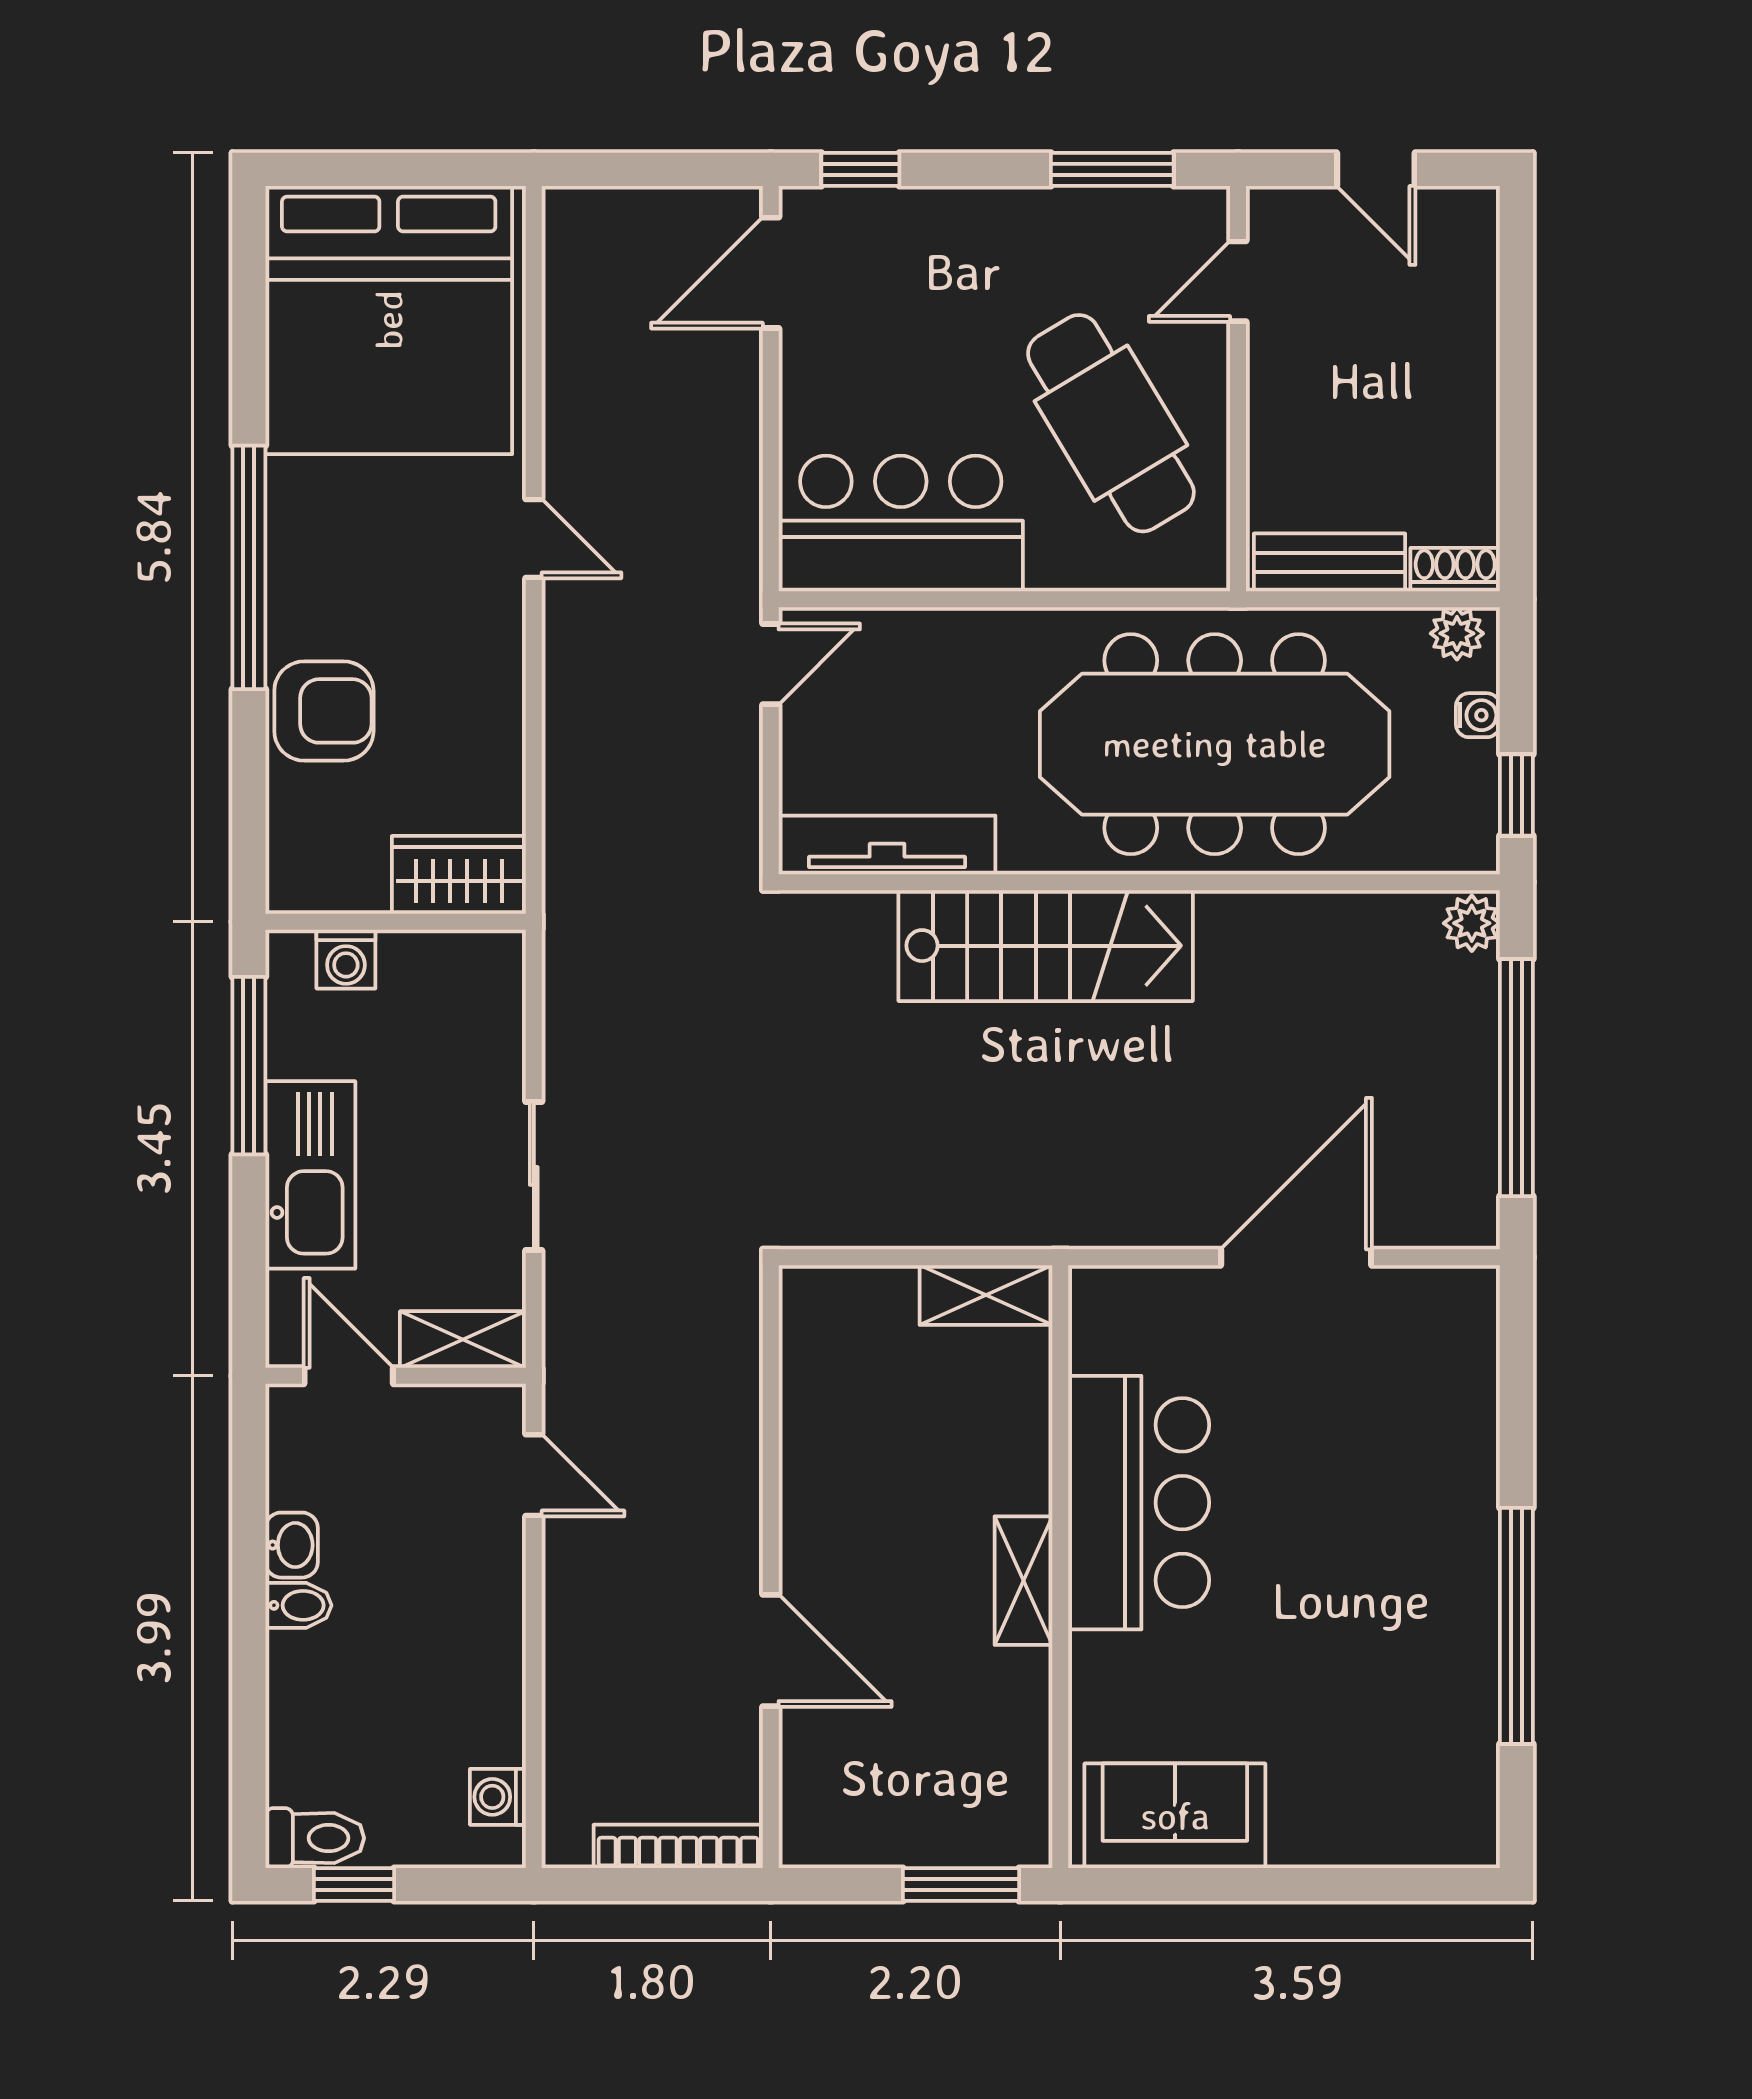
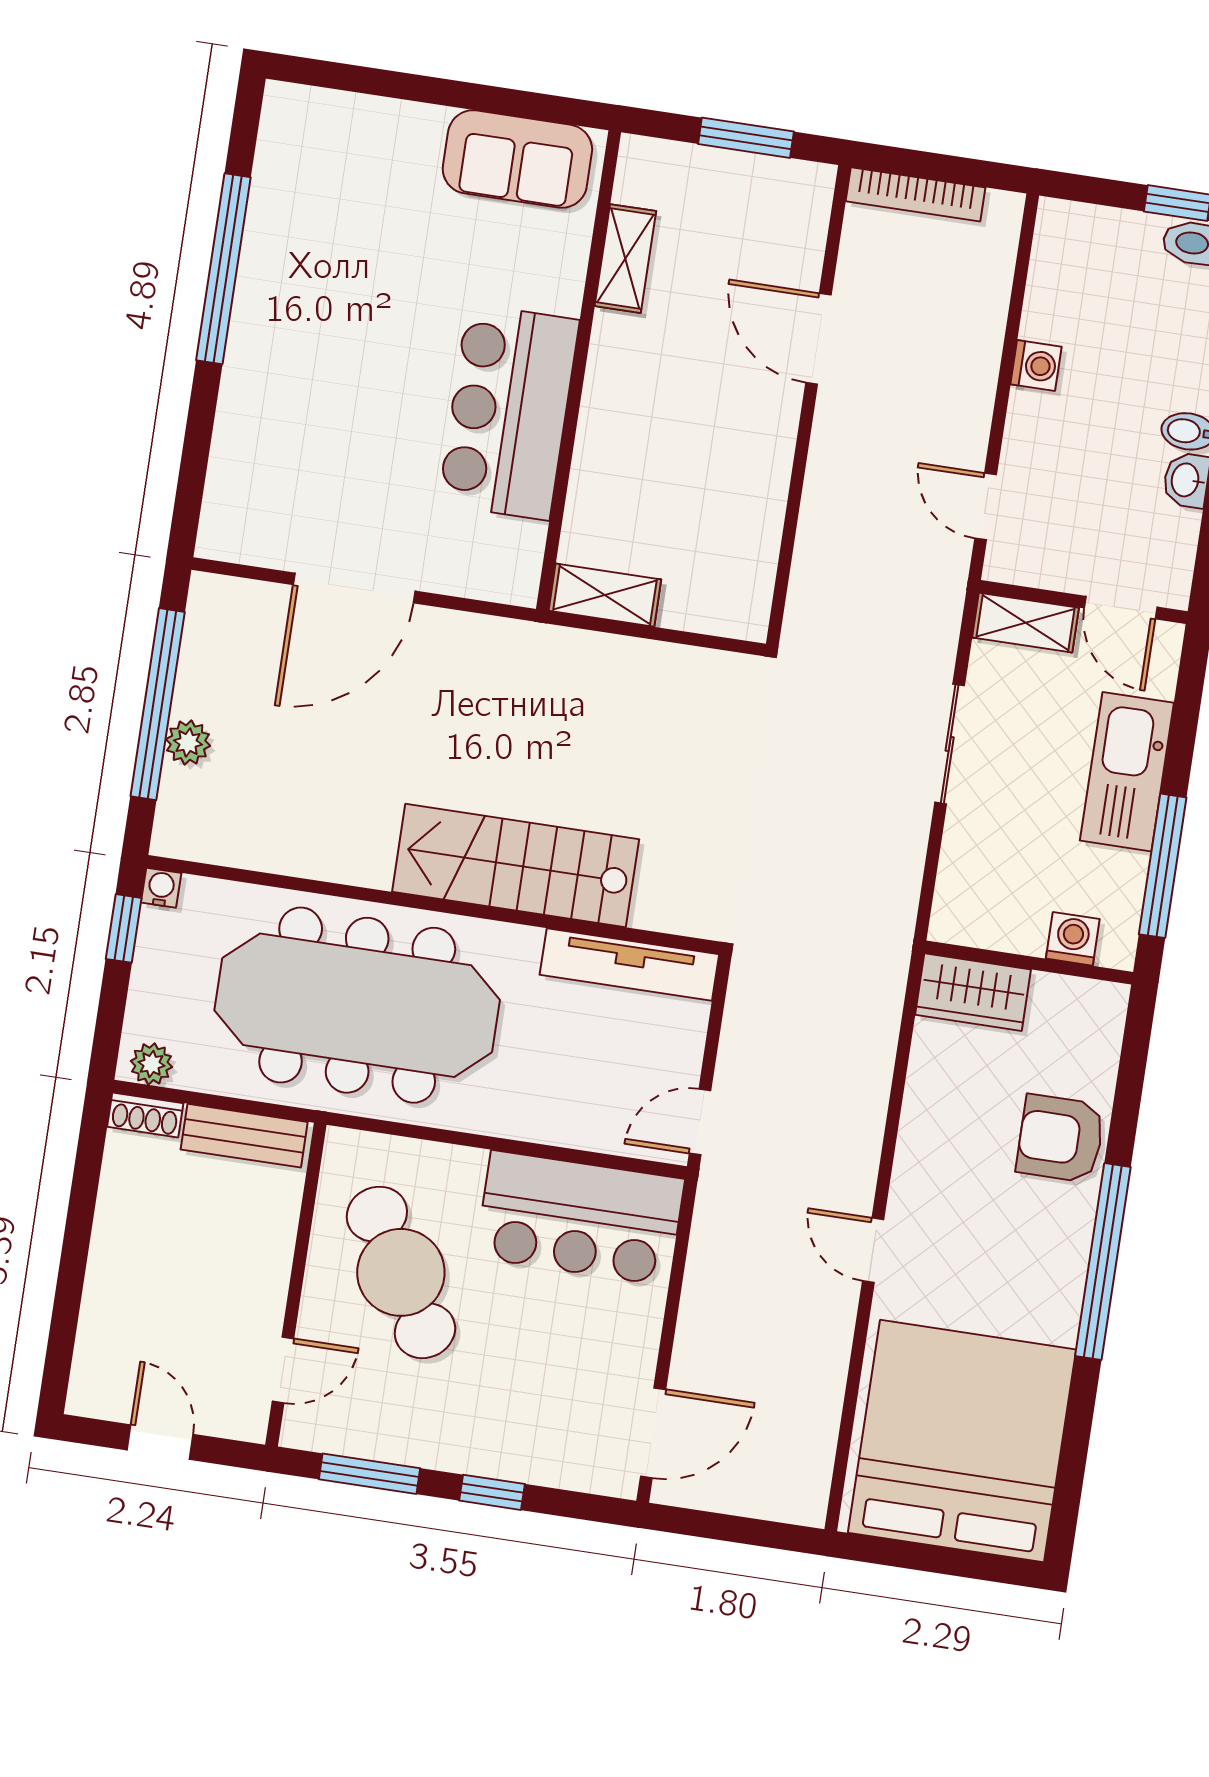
window: (860, 169) -> (492, 1492), moved
water cooler: (1478, 715) -> (161, 888), moved, turned 90
plant: (1472, 923) -> (188, 742), moved
shelving: (1023, 1581) -> (625, 259), moved
washing machine: (498, 1797) -> (1036, 366), moved
window: (961, 1885) -> (746, 138), moved

